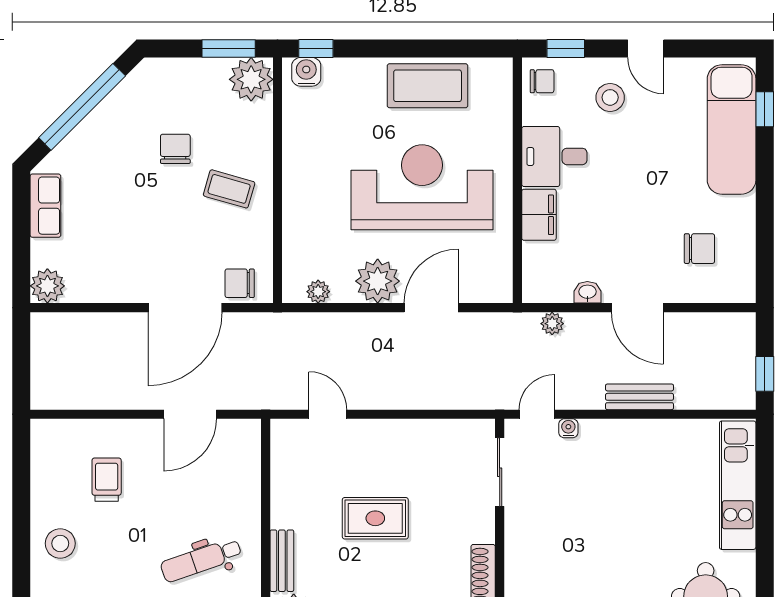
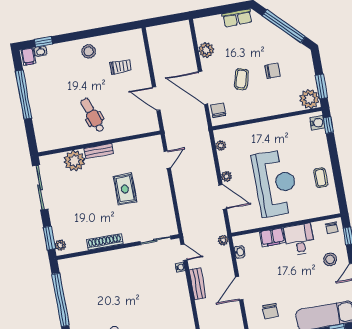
coffee table: (428, 86) -> (321, 178), width x0.54, depth x0.58
coffee table: (229, 189) -> (241, 79), moved
plant: (378, 281) -> (226, 176), width x0.53, depth x0.53
plant: (47, 286) -> (206, 50), moved
washbasin: (587, 292) -> (240, 252), moved
plant: (552, 324) -> (223, 240), moved
bench: (640, 397) -> (198, 284), moved

